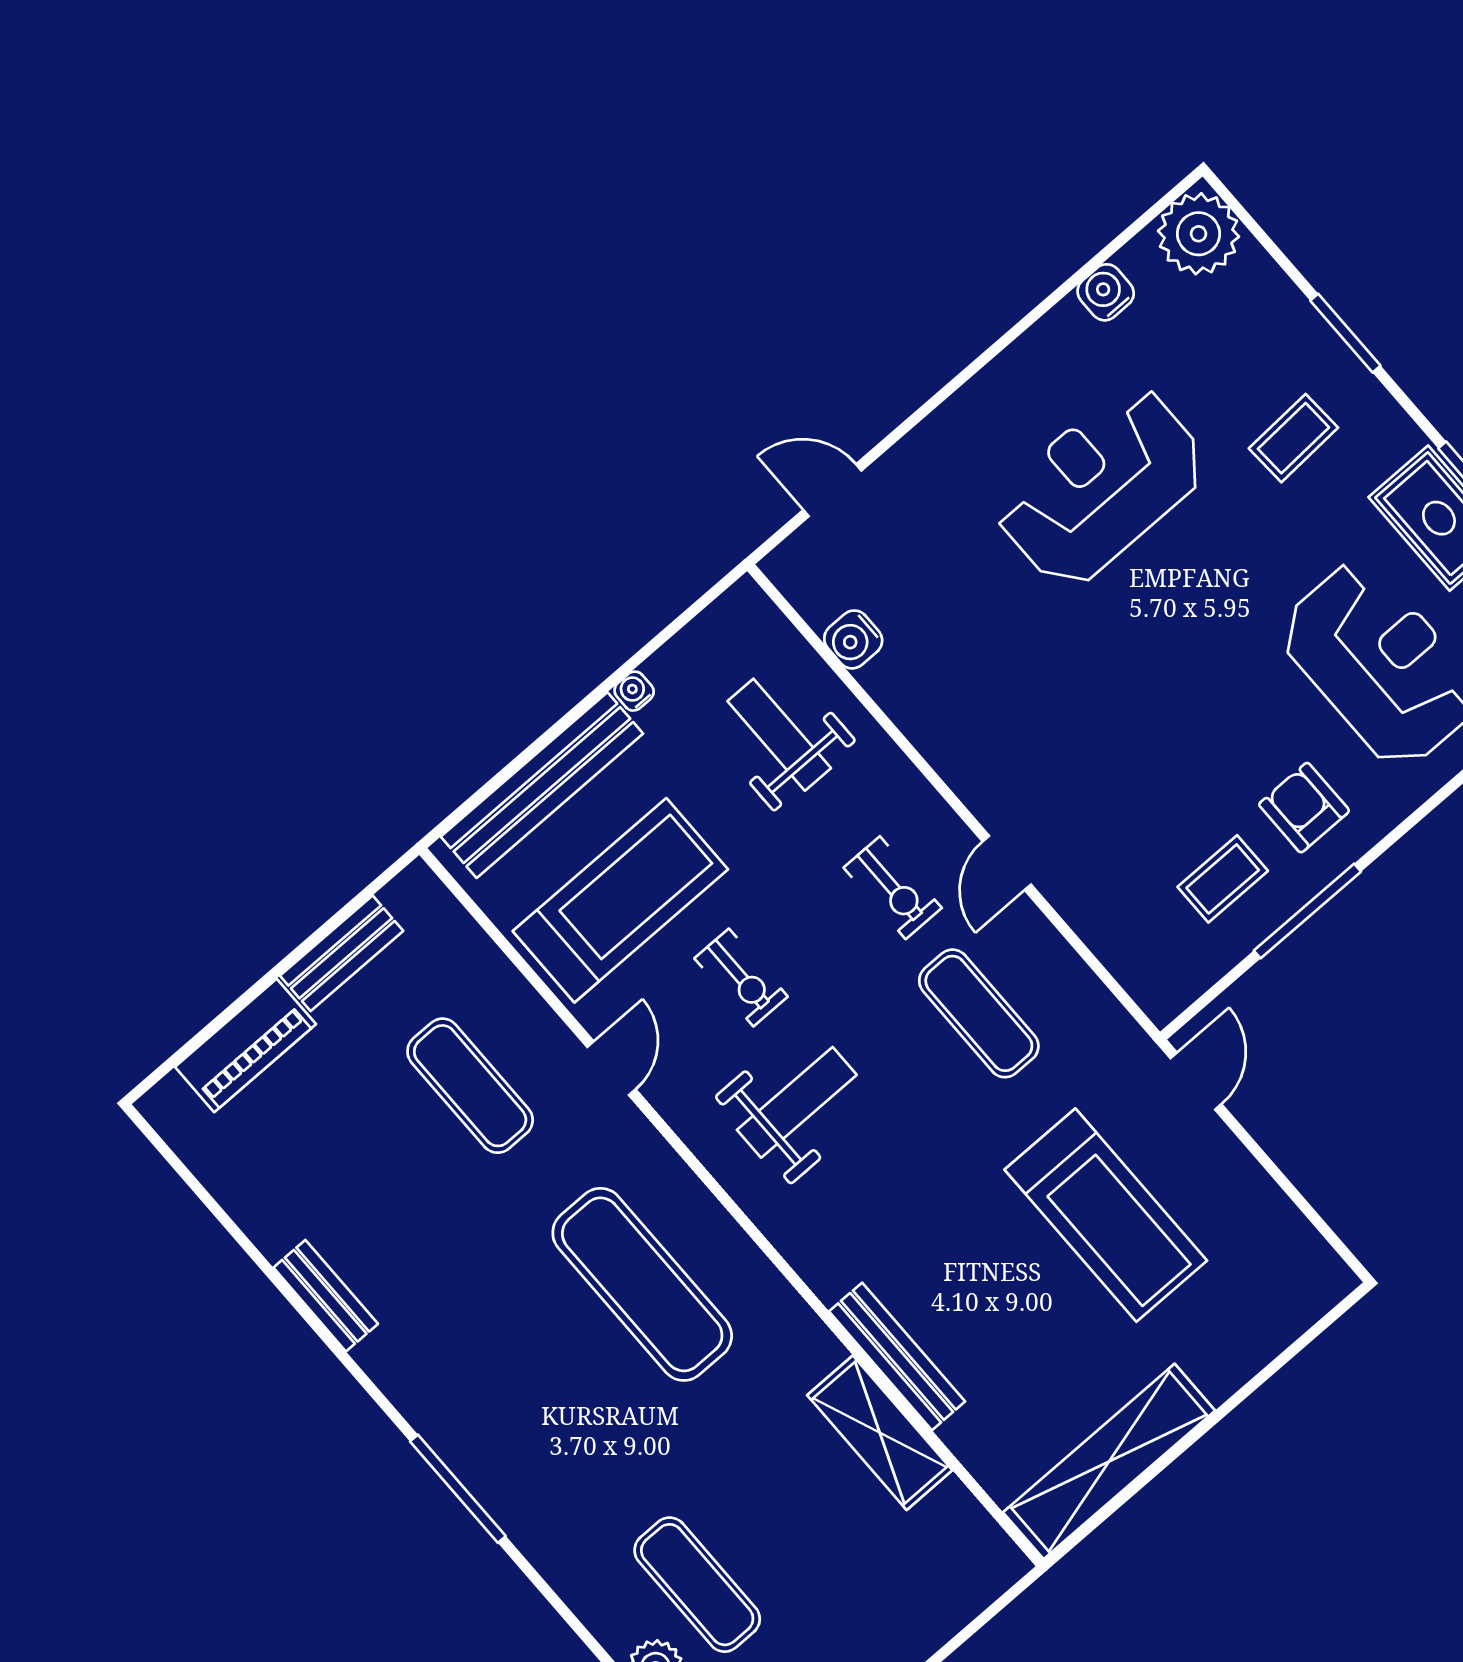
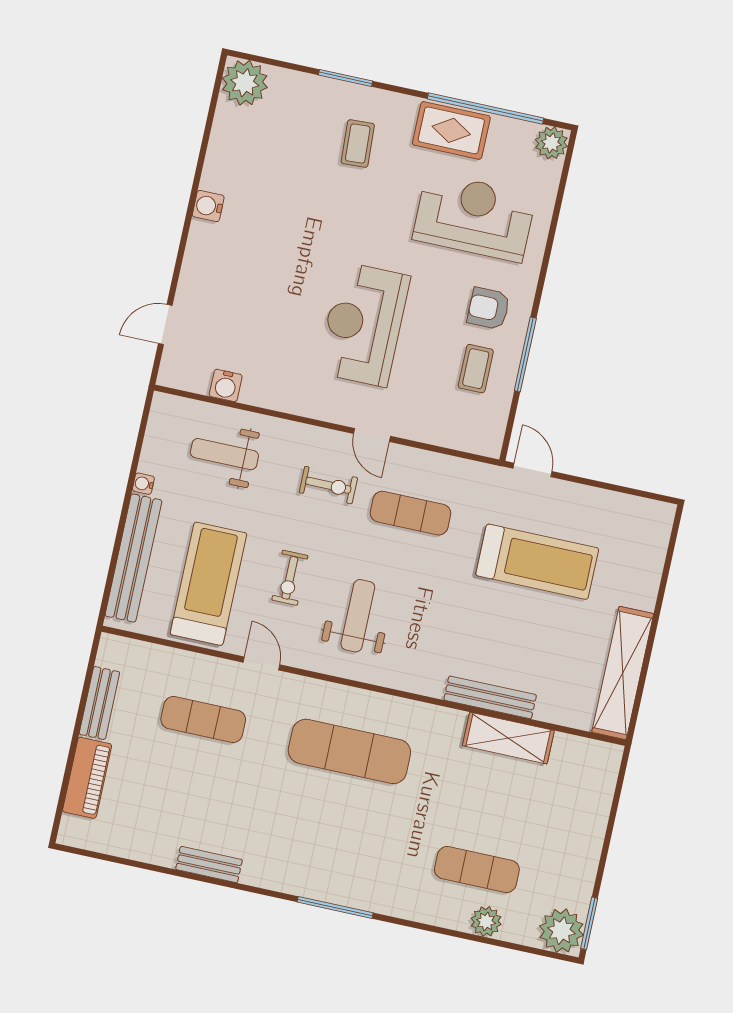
water cooler: (1106, 292) -> (208, 206), moved
reception desk: (1100, 486) -> (364, 324), moved
exercise bike: (741, 978) -> (290, 578), turned 90

